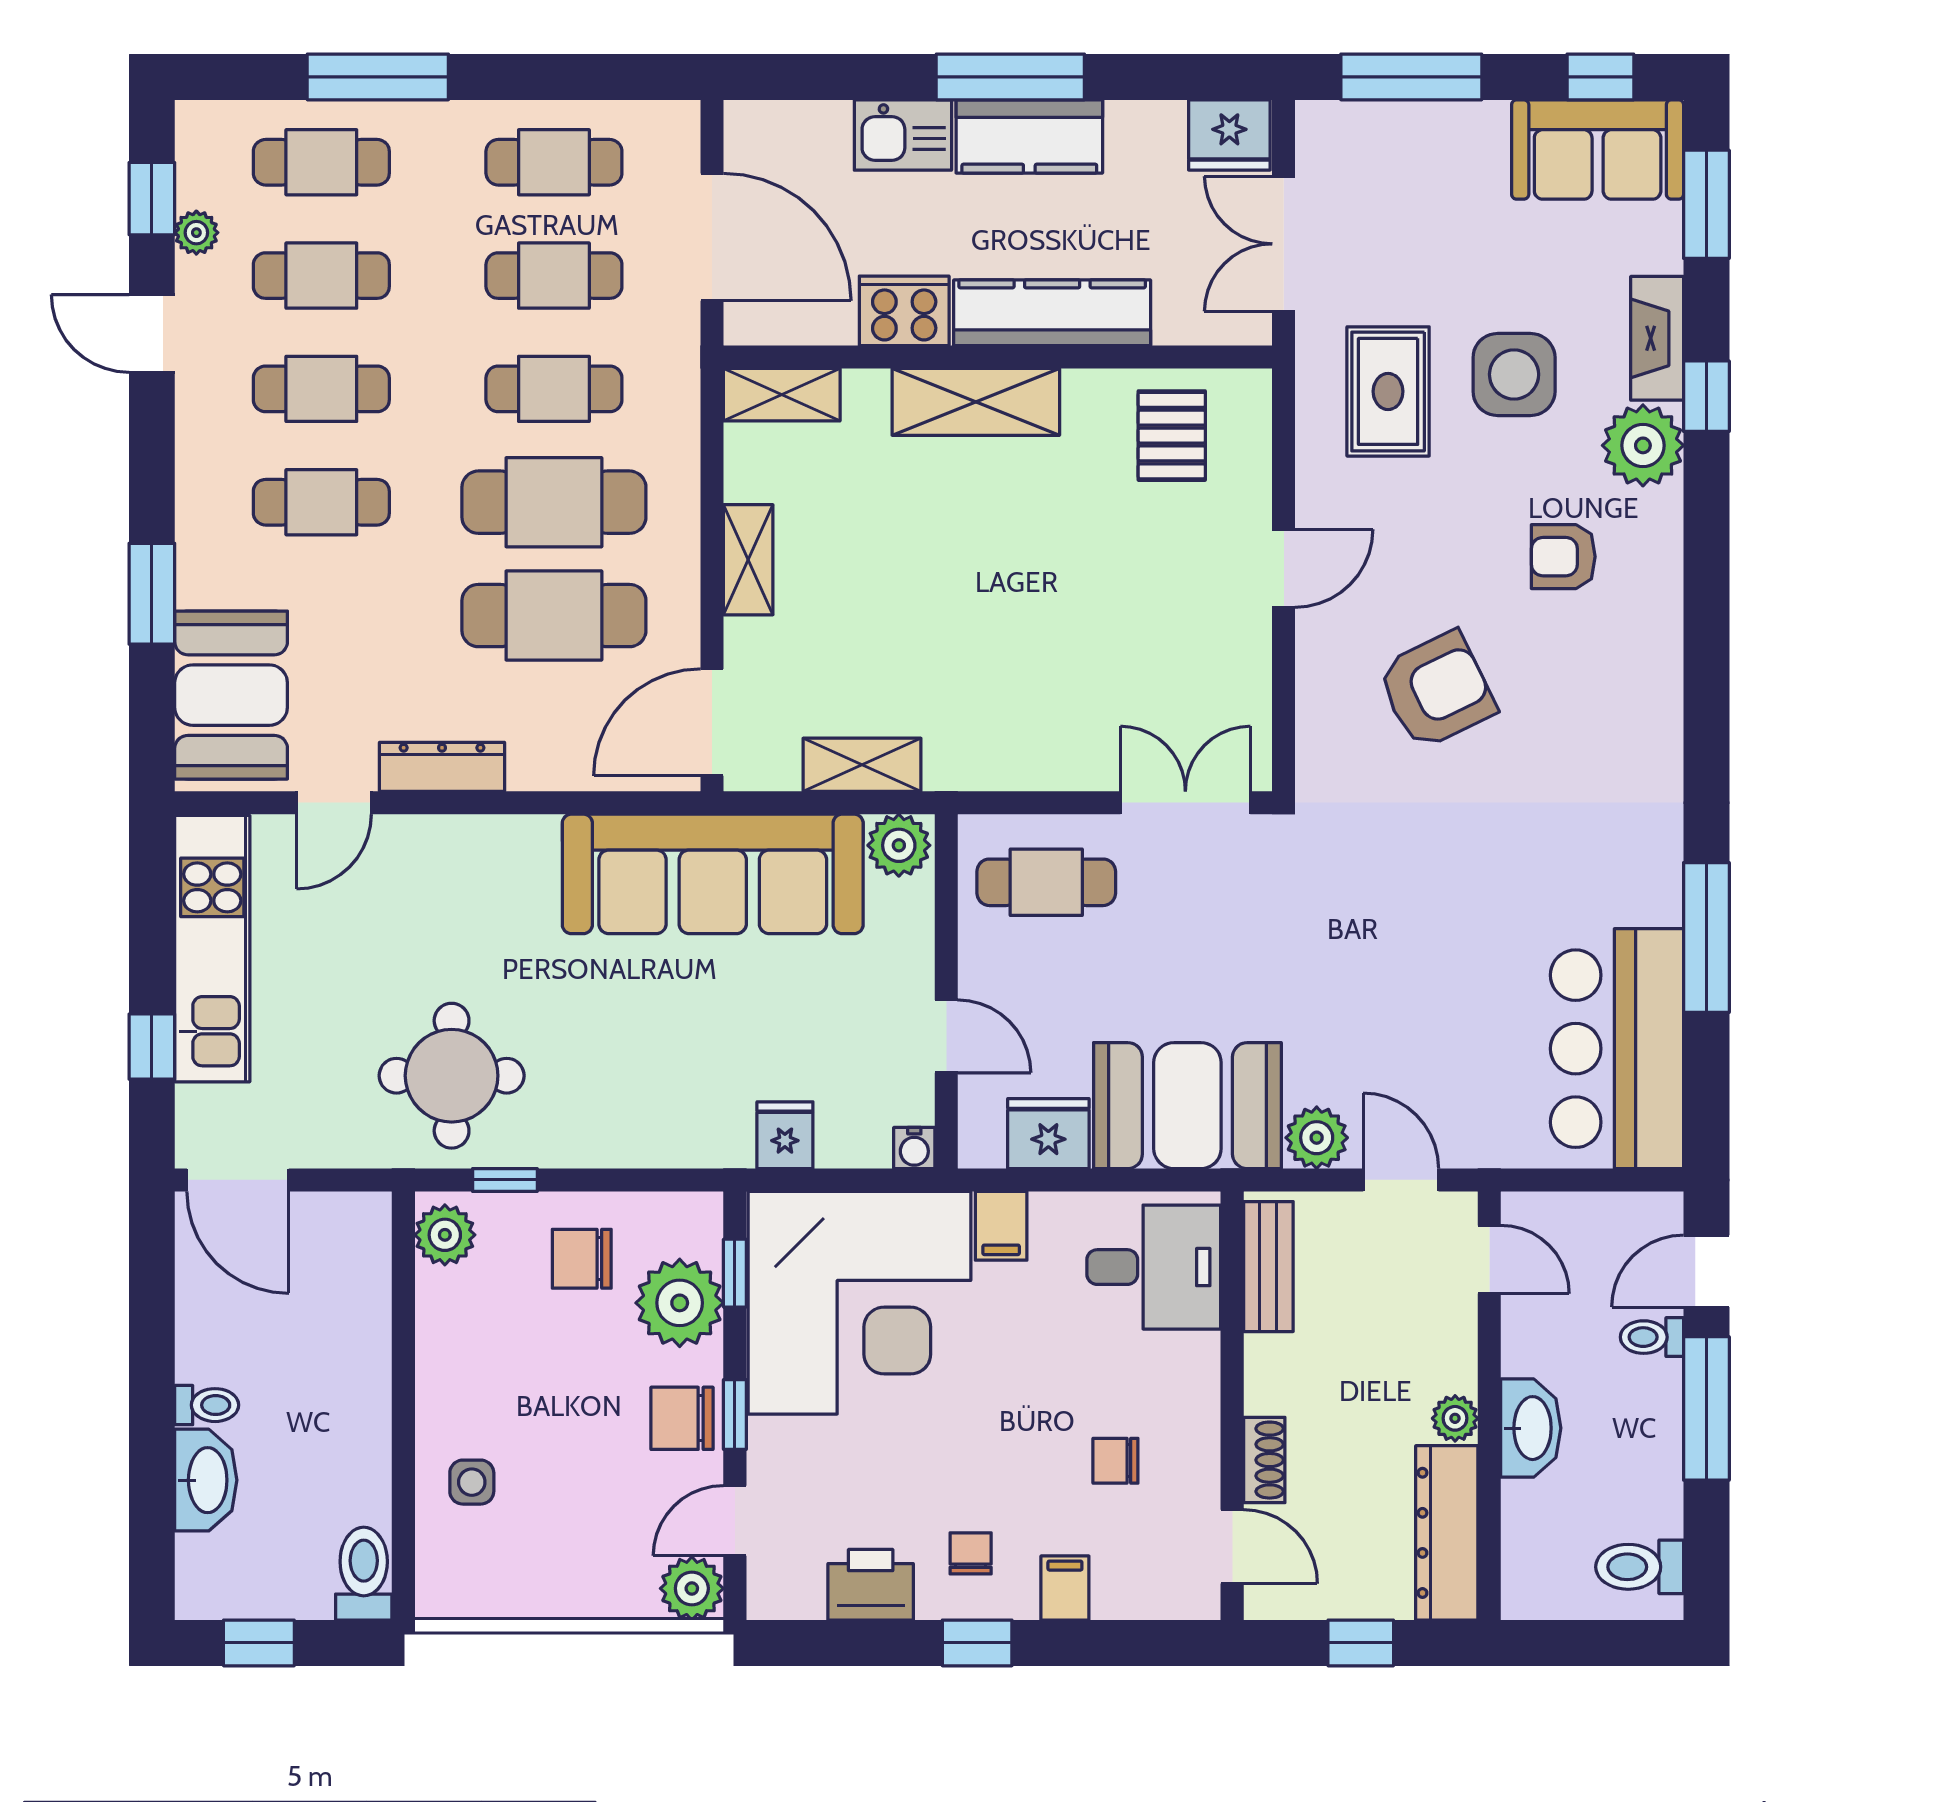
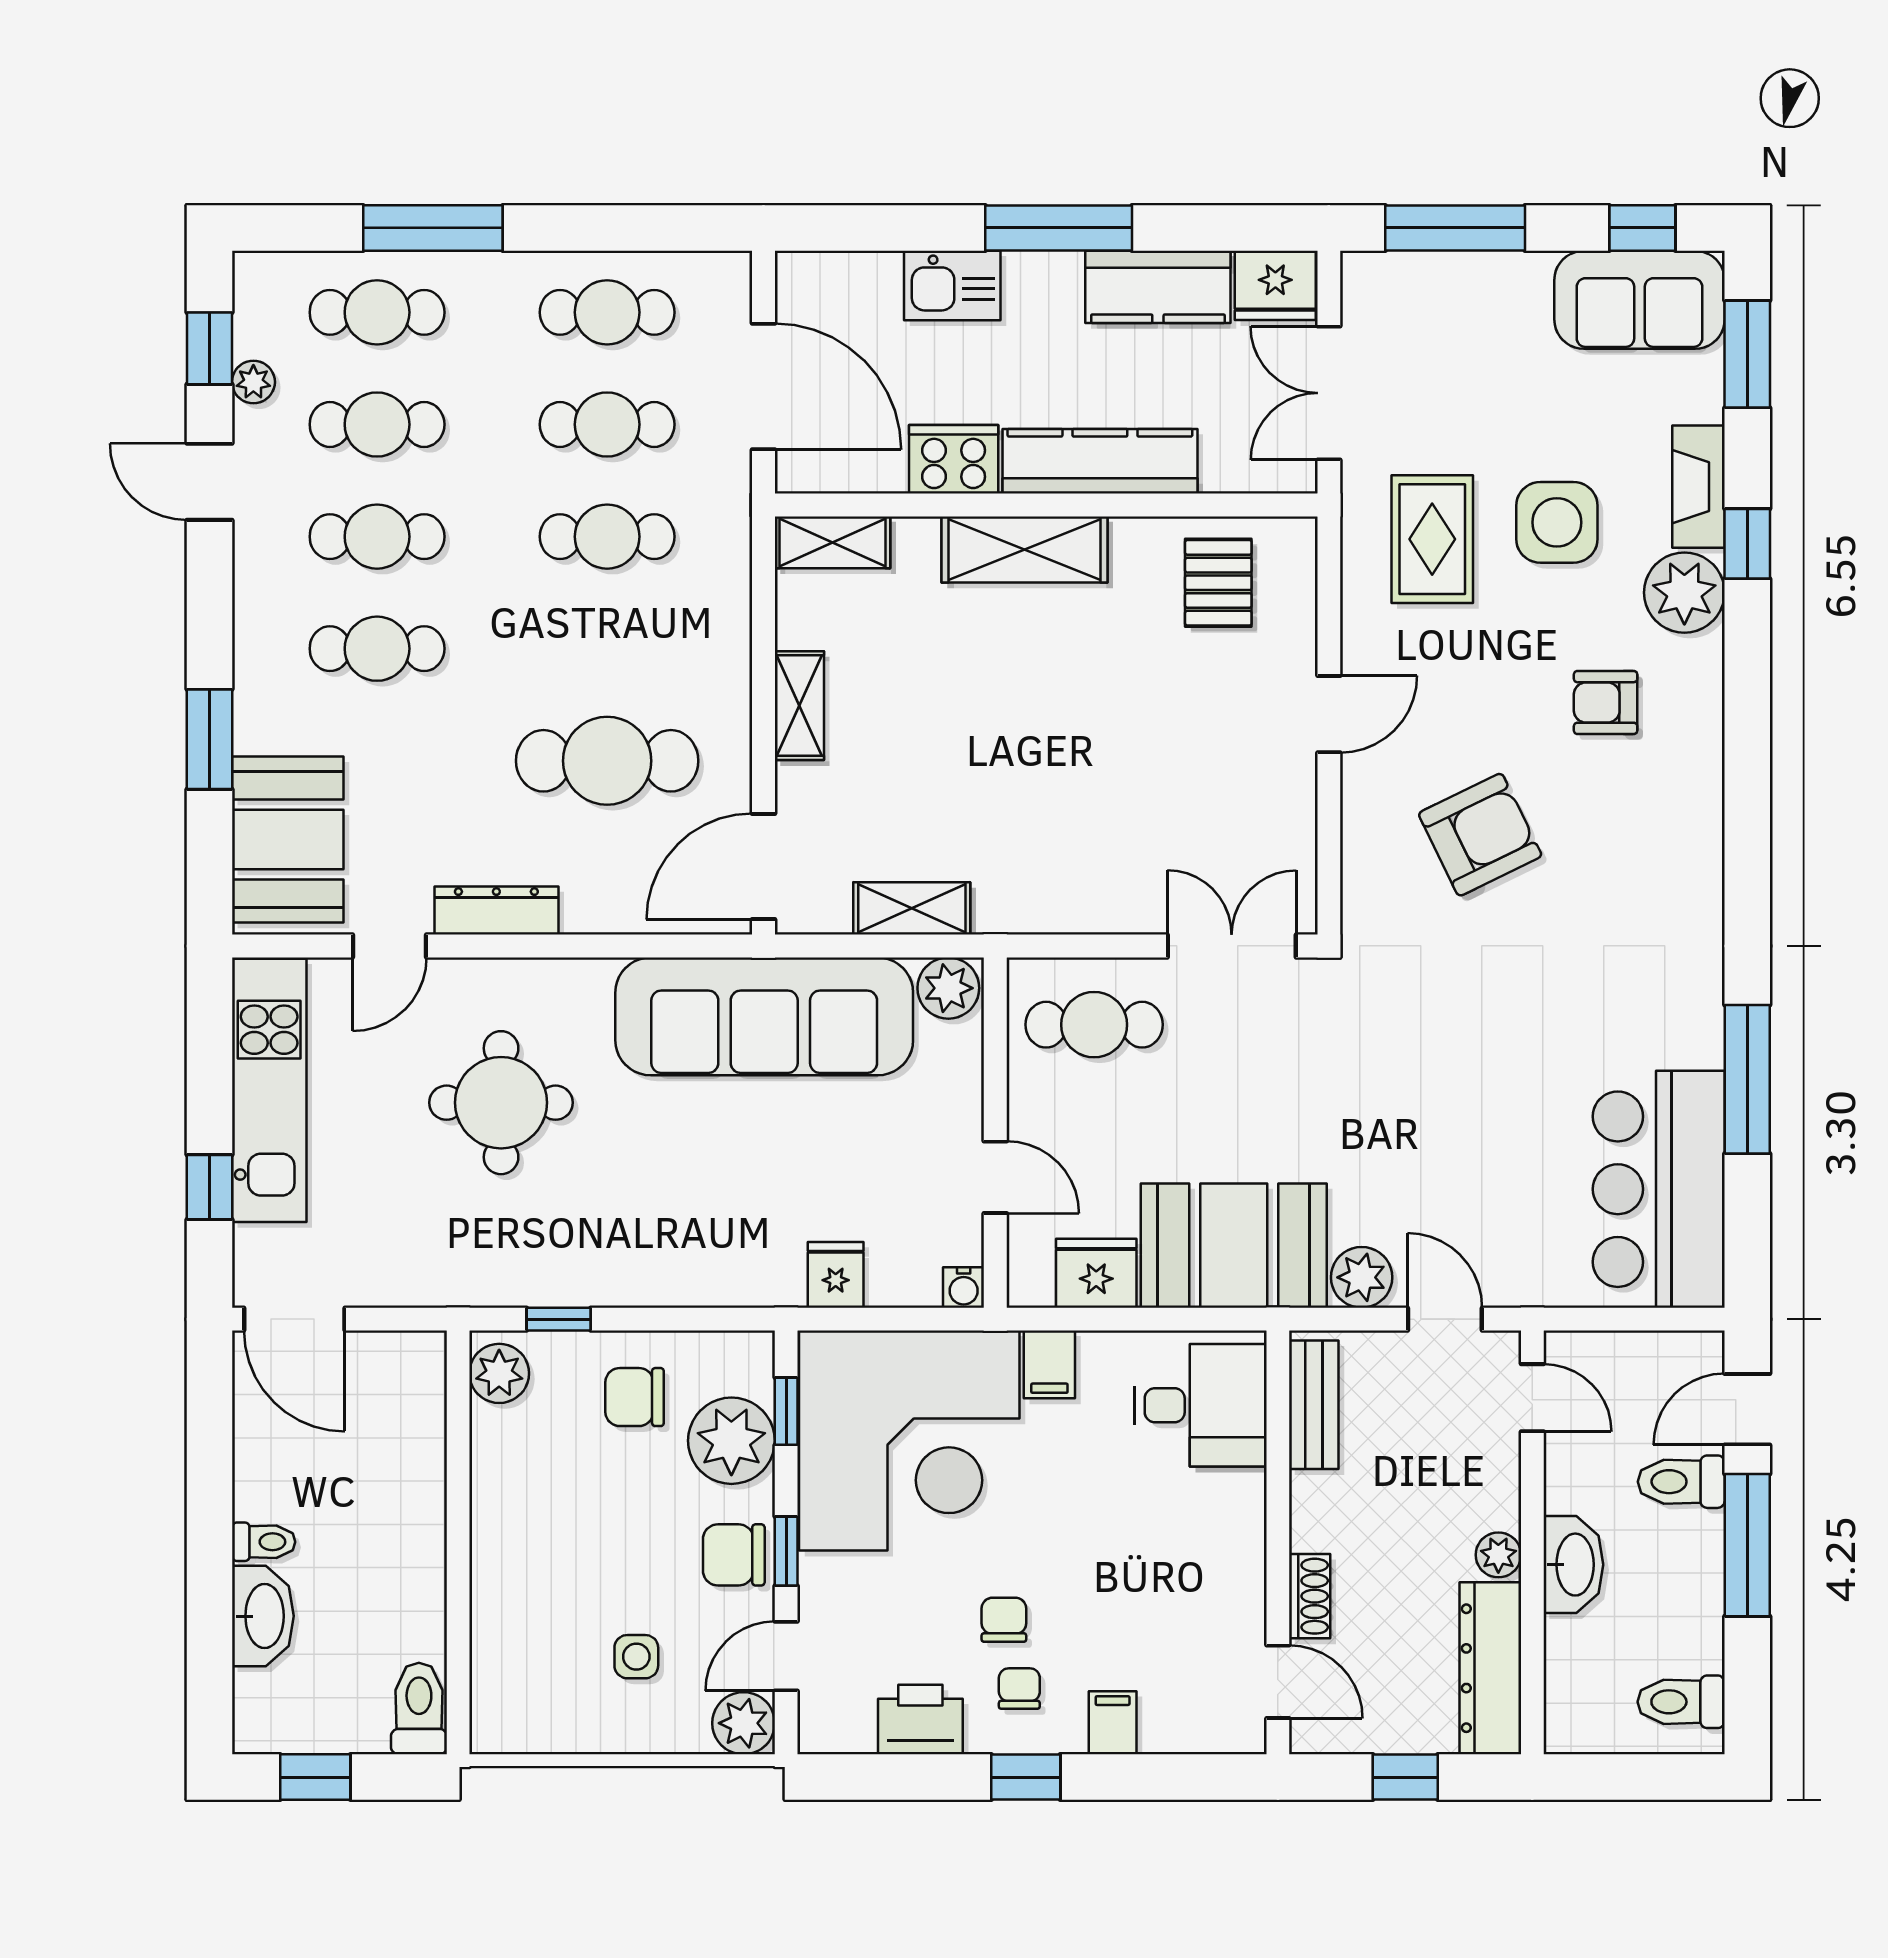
kitchen counter: (1029, 136) -> (1158, 287), moved
cafe table: (554, 502) -> (607, 649), removed
round table: (452, 1076) -> (501, 1103), moved
toilet: (1652, 1337) -> (1681, 1482), width x1.37, depth x1.39
chair: (1115, 1461) -> (1004, 1620), moved, turned 90
side table: (472, 1482) -> (636, 1657), moved

